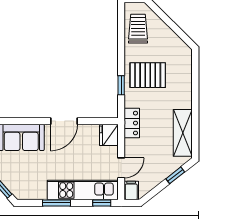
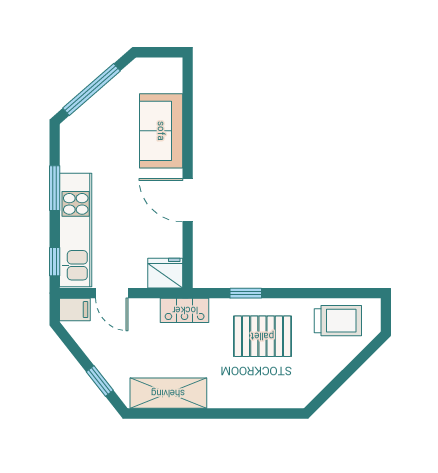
pallet: (148, 75) -> (262, 336), turned 90

